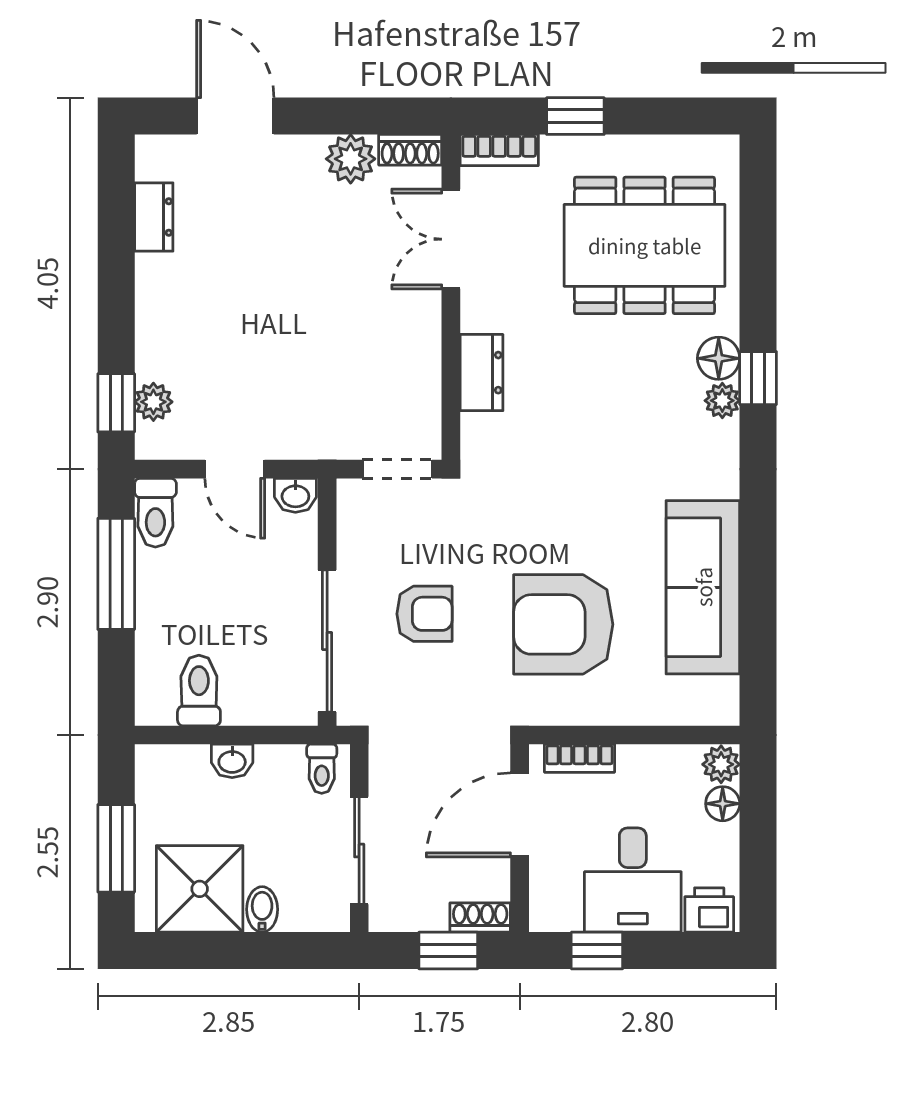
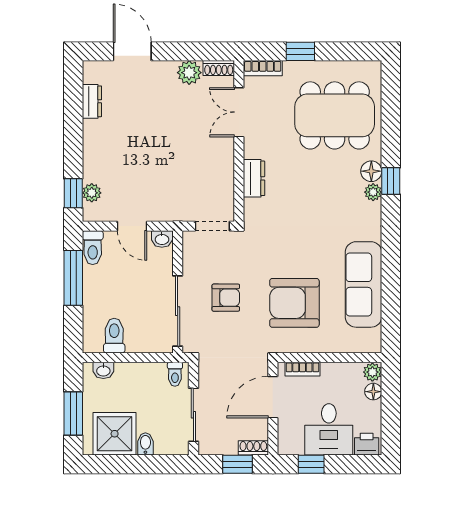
washbasin: (232, 761) -> (103, 370), moved

